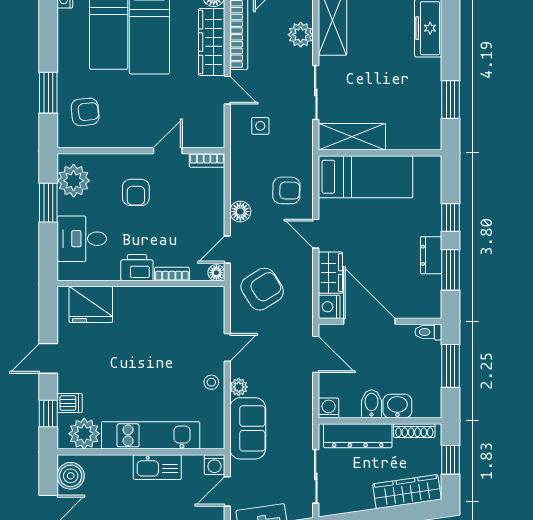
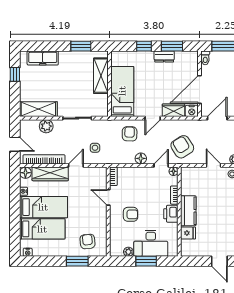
shelving: (352, 137) -> (101, 76), moved
plant: (74, 181) -> (128, 252), width x0.53, depth x0.53
window: (48, 203) -> (146, 261), moved
desk: (82, 239) -> (151, 243), width x1.37
door: (227, 249) -> (161, 165), swing flipped
kitchen counter: (143, 300) -> (188, 211), added
fridge: (91, 304) -> (188, 233), width x0.53, depth x0.75

